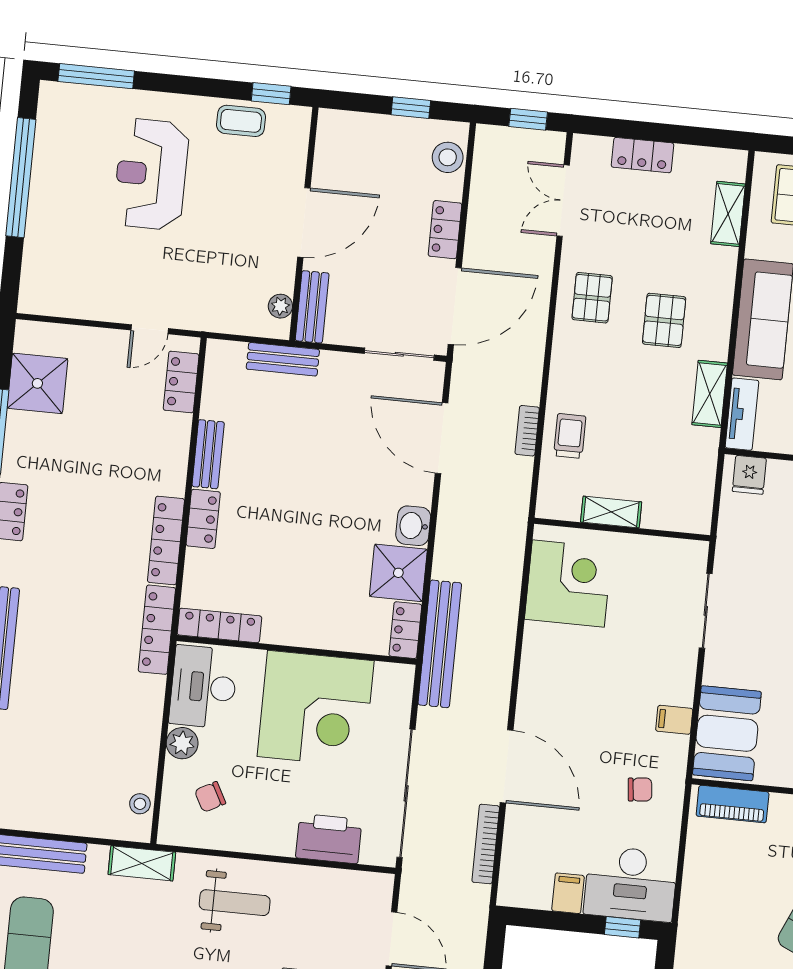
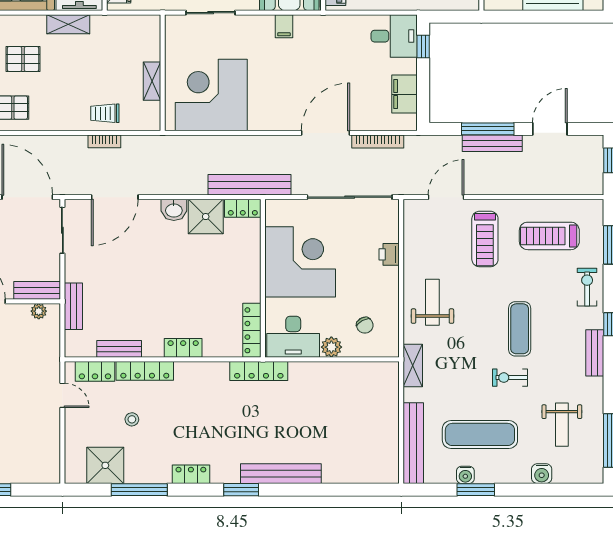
bench: (208, 454) -> (119, 349), moved
locker: (166, 540) -> (145, 371), moved
corner desk: (568, 584) -> (211, 95), width x1.36, depth x1.36
chair: (640, 790) -> (332, 44), removed
stool: (140, 804) -> (132, 419), moved
printer: (329, 839) -> (389, 254), width x0.53, depth x0.68
desk: (631, 884) -> (394, 36), width x0.73
filing cabinet: (568, 893) -> (404, 94), width x2.00

